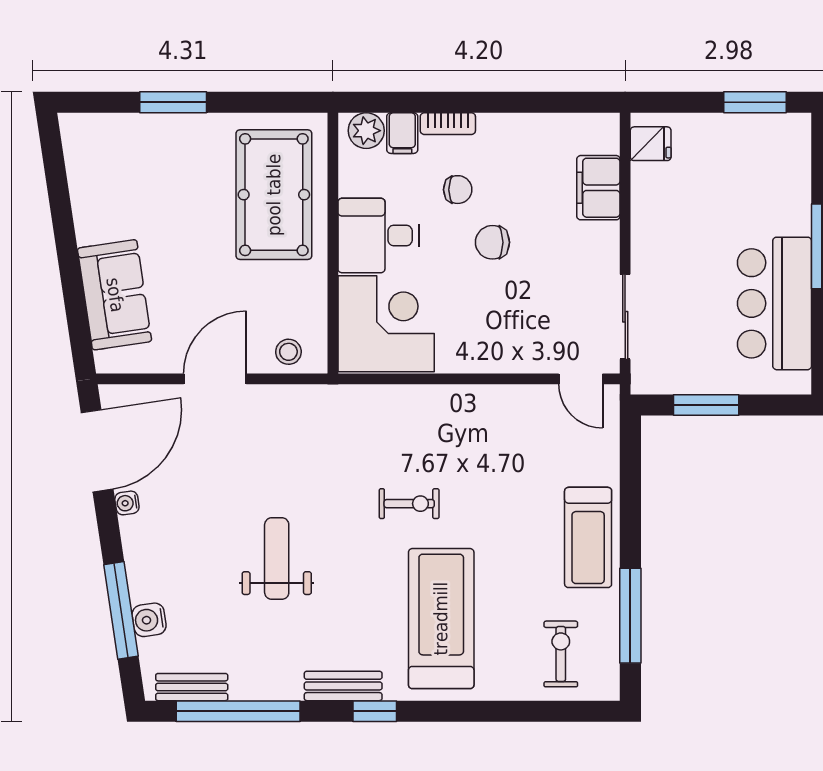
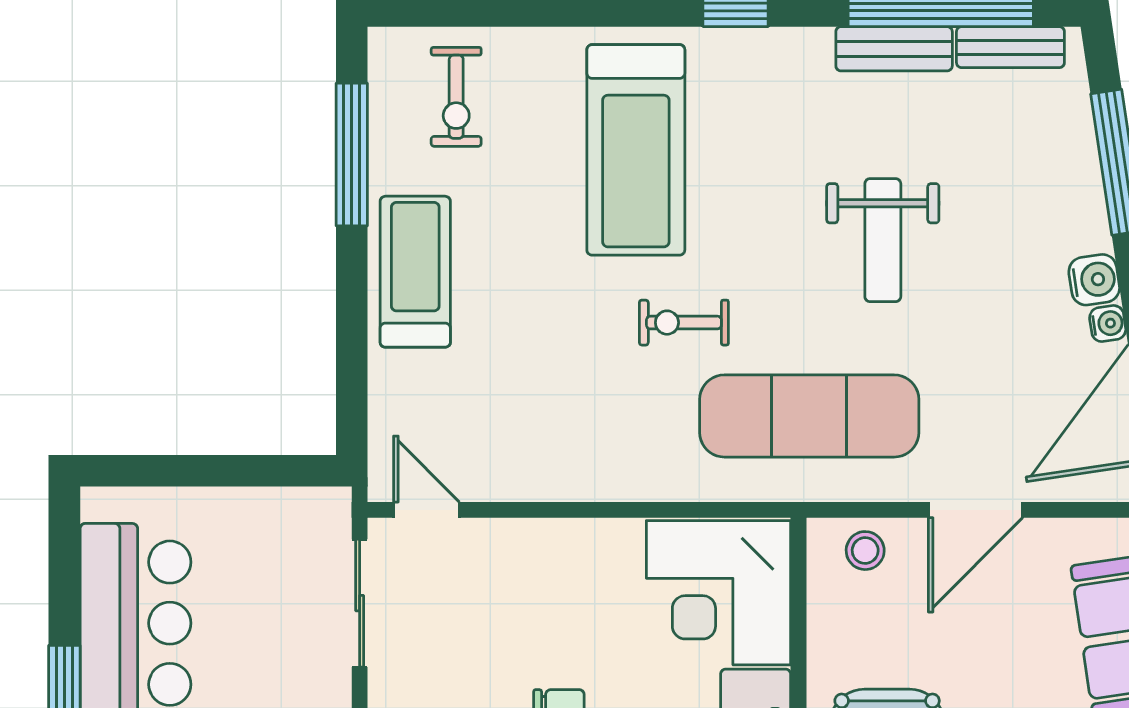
window: (706, 405) -> (238, 471), removed
exercise mat: (326, 441) -> (809, 416), added
water cooler: (149, 620) -> (1094, 280), moved
bench: (343, 686) -> (894, 49), moved

